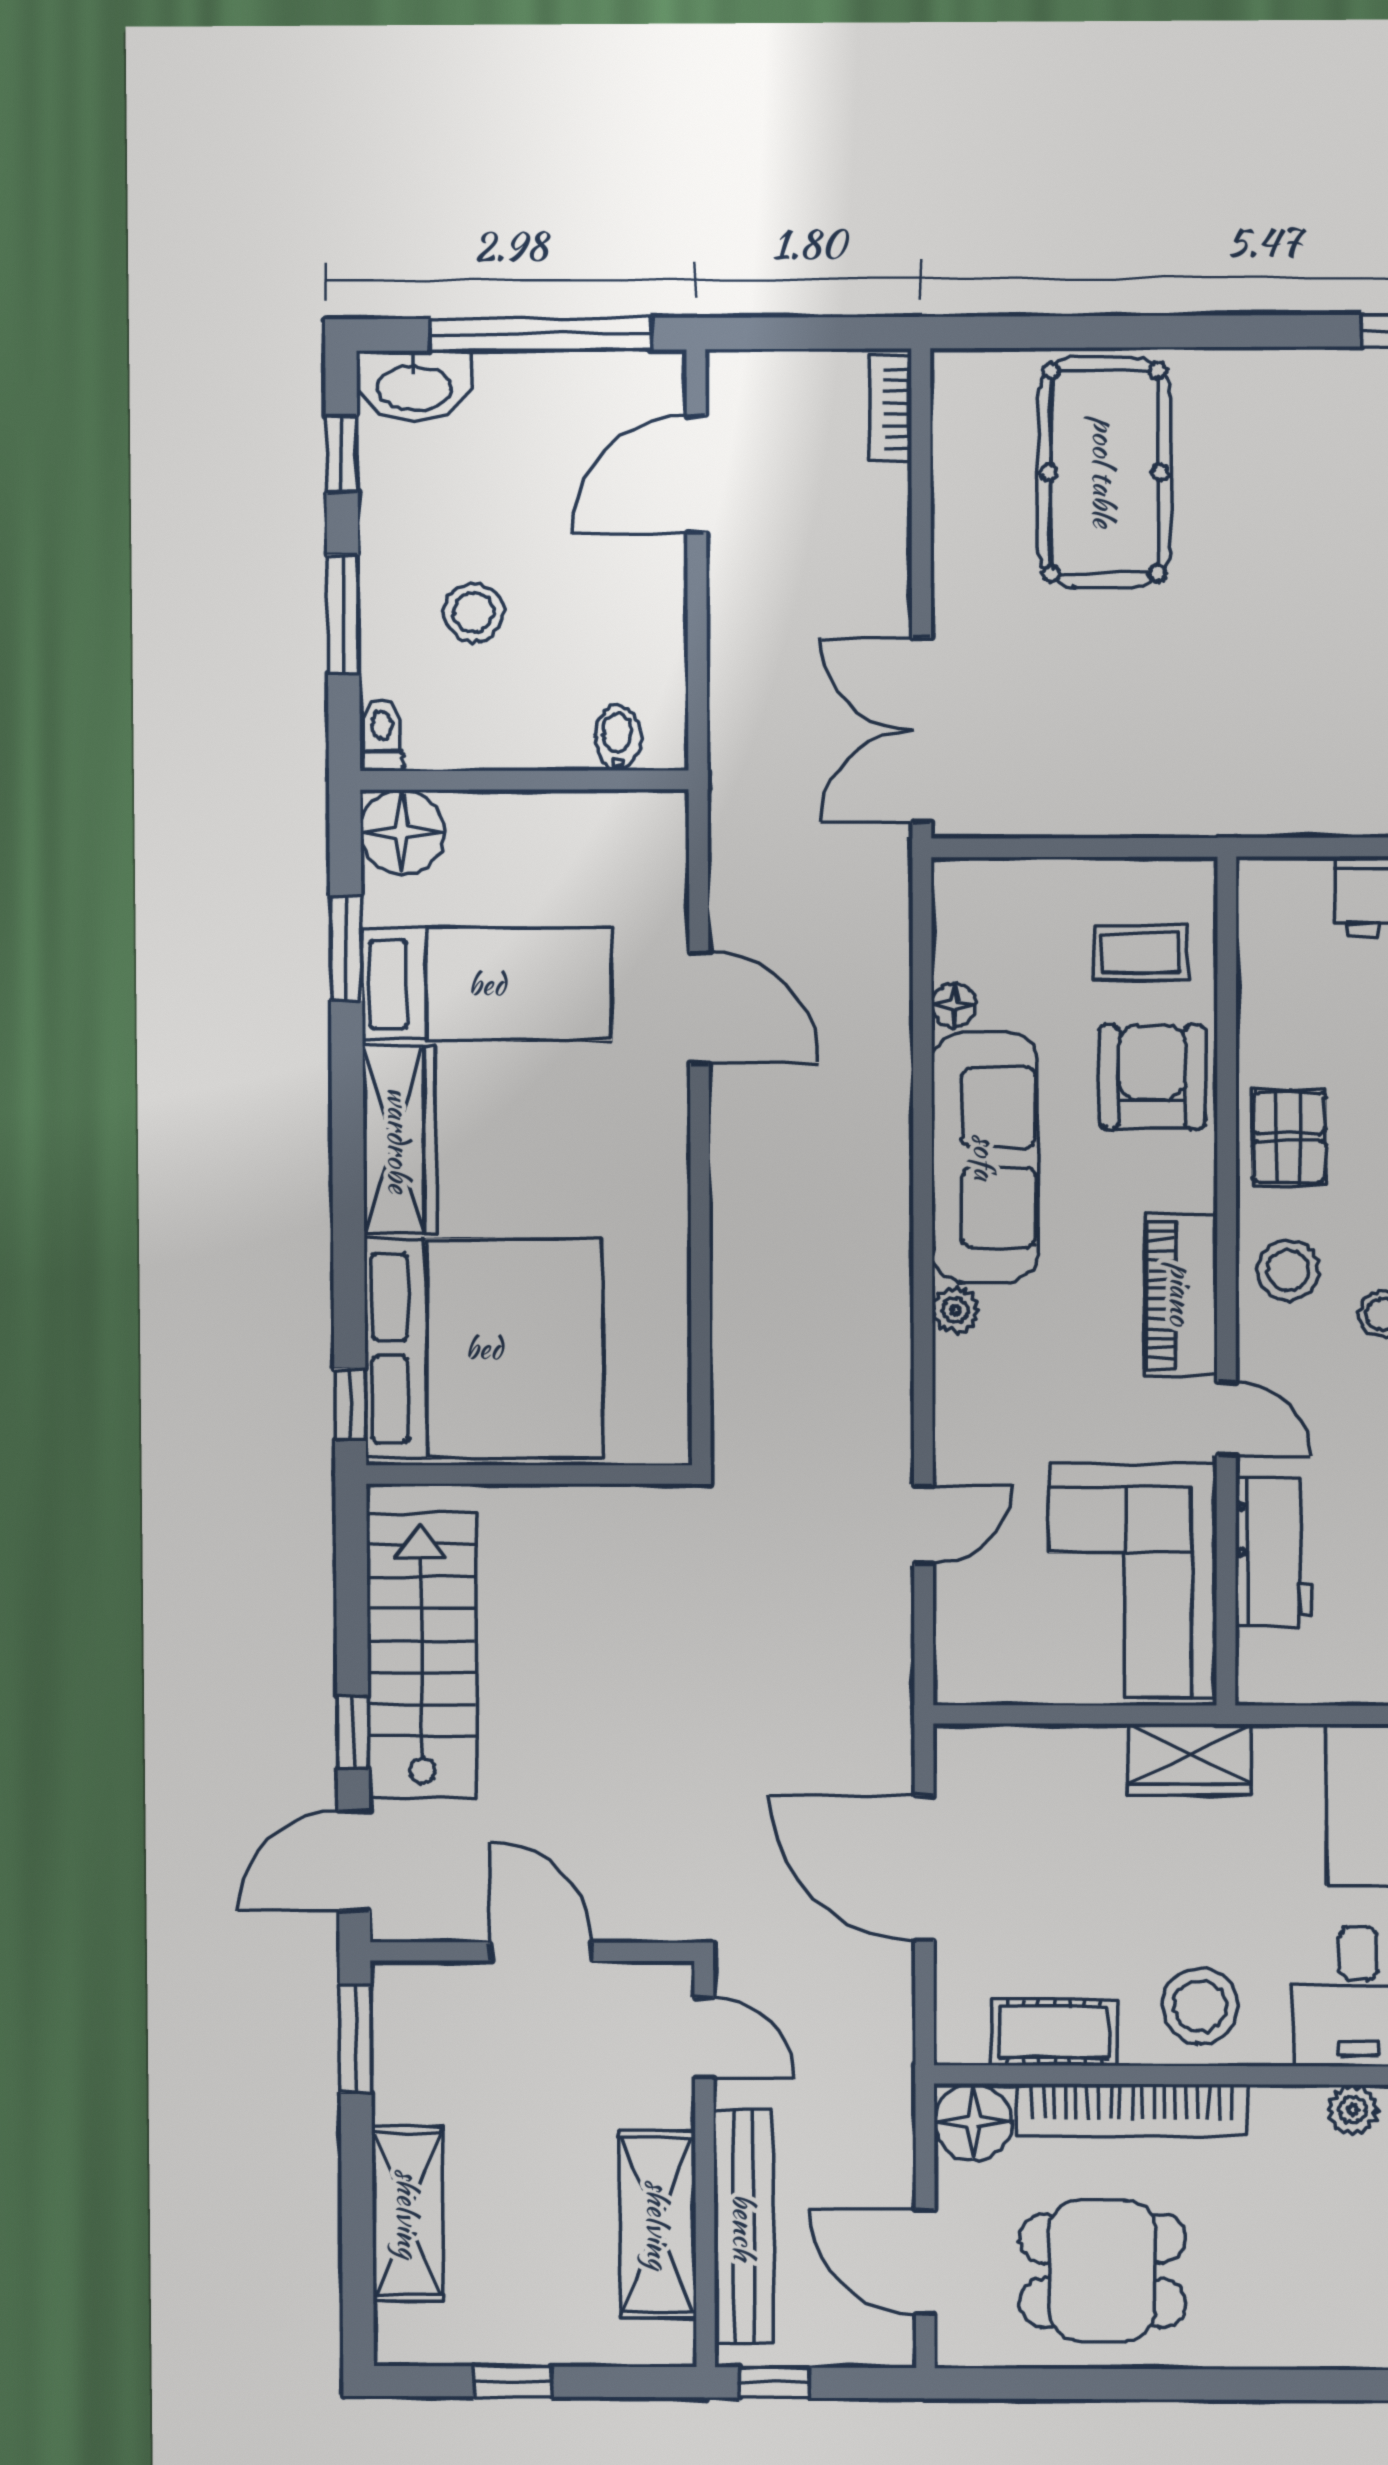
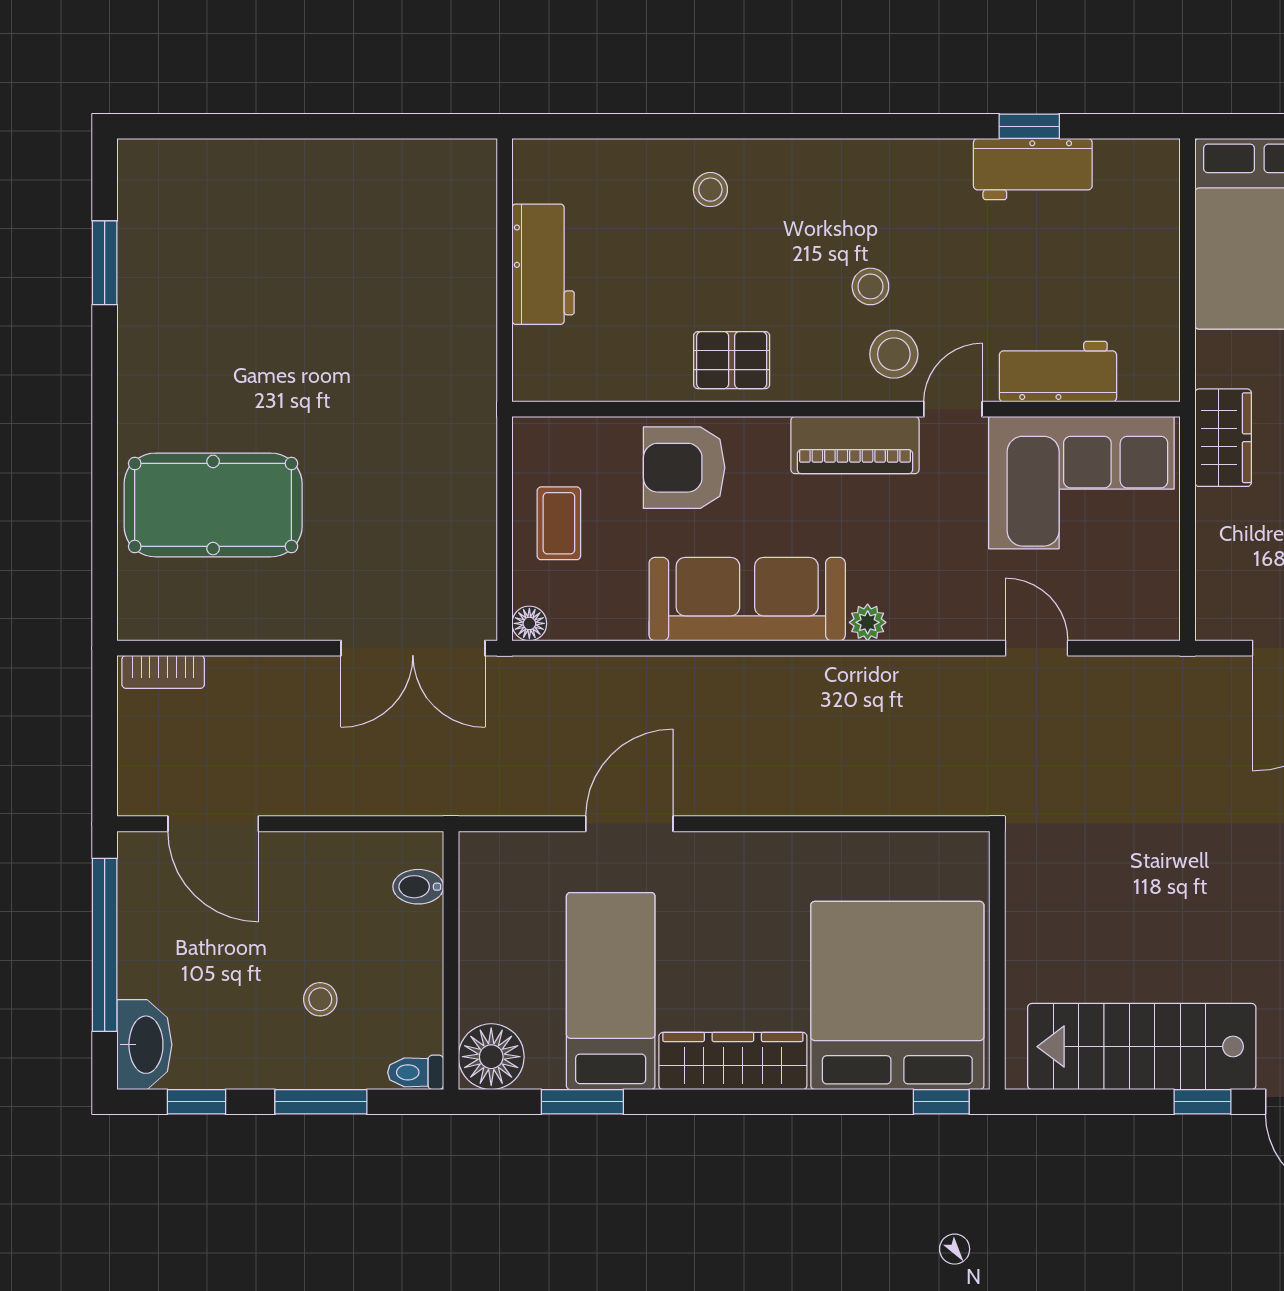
stool: (474, 613) -> (320, 999), width x0.73, depth x0.73
coffee table: (1141, 952) -> (559, 523), moved
floor lamp: (954, 1005) -> (529, 623), moved
stool: (1288, 1270) -> (894, 354), moved

